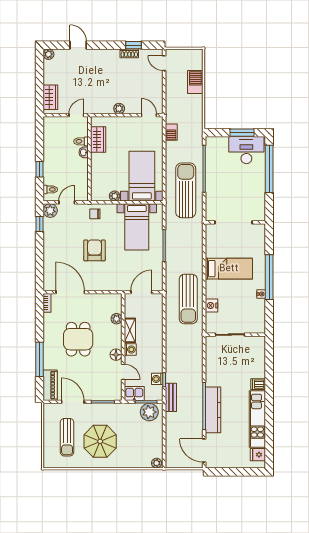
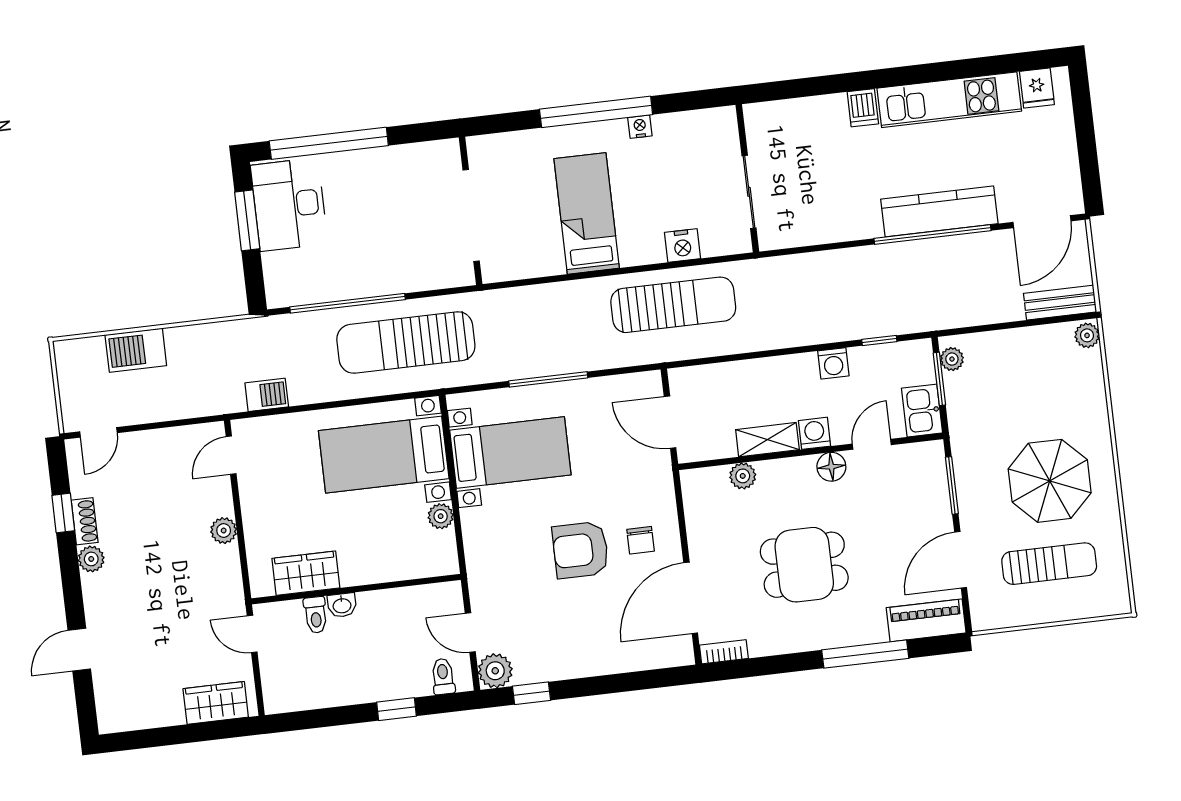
plant: (49, 54) -> (91, 559), moved
chair: (95, 214) -> (641, 540), moved
washing machine: (157, 379) -> (833, 363), moved
bench: (171, 397) -> (1060, 303), moved
plant: (149, 412) -> (952, 359), width x0.53, depth x0.53

